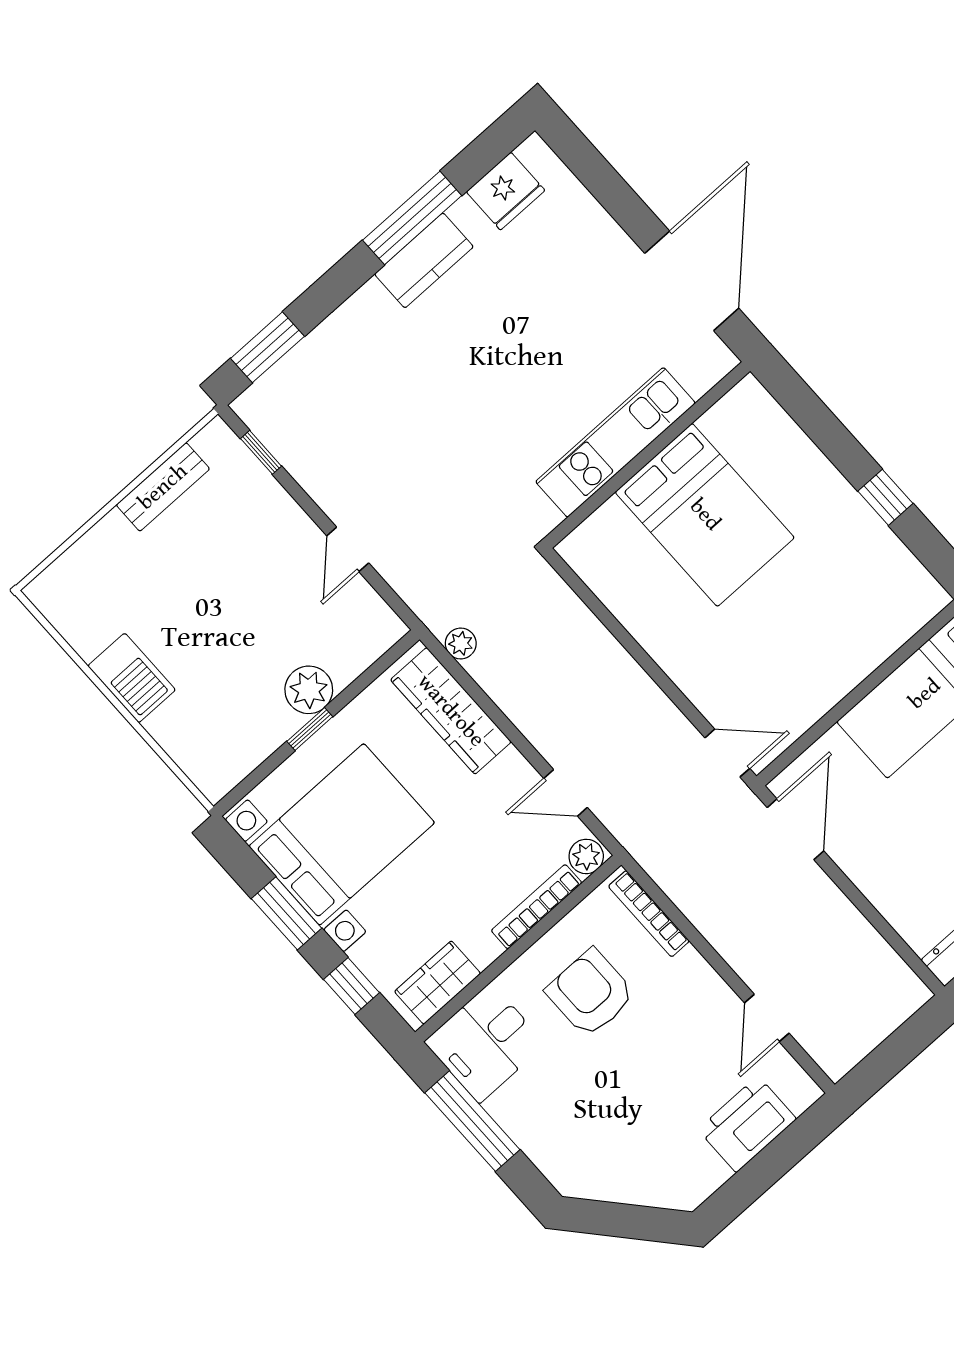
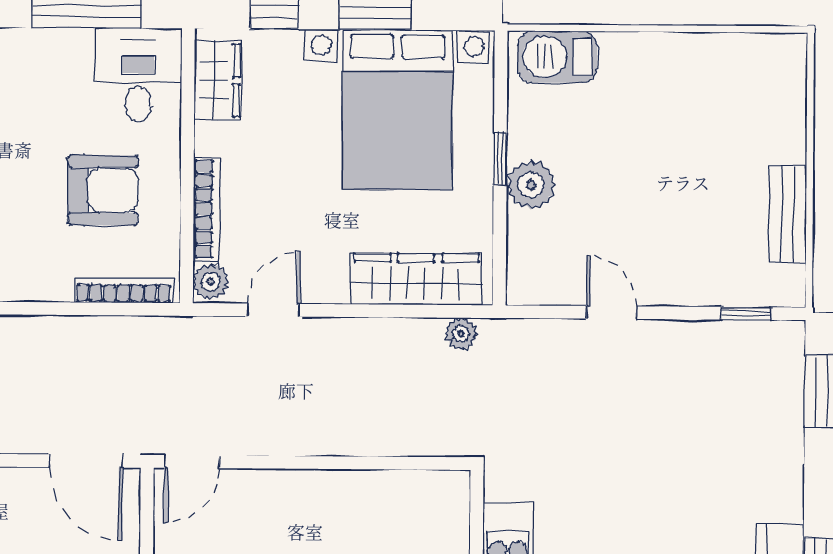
barbecue: (132, 678) -> (557, 57), moved

